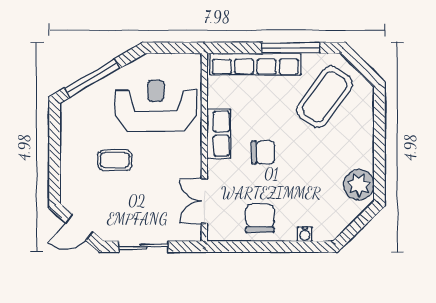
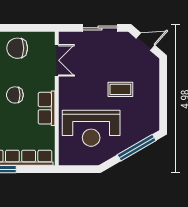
chair: (260, 218) -> (17, 48), turned 90

